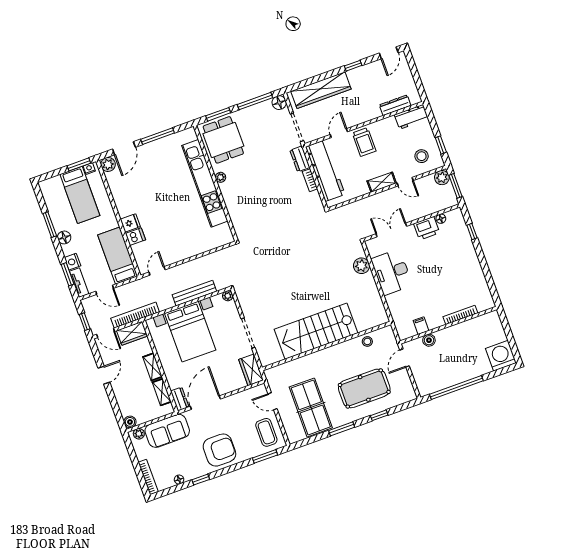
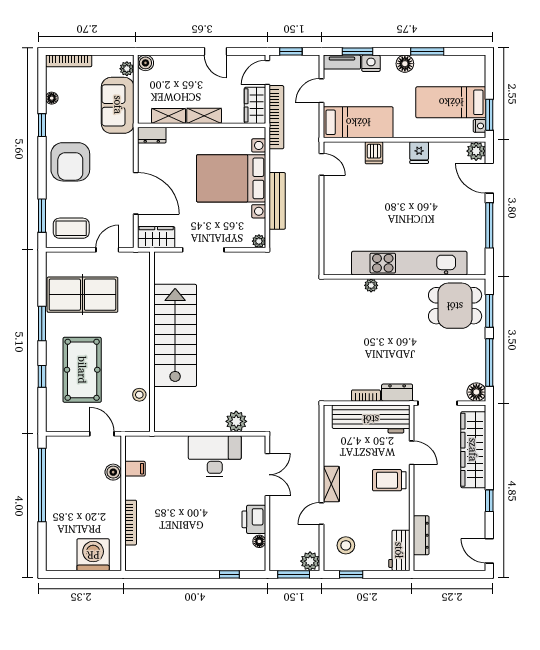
plant: (220, 177) -> (371, 285), moved
fridge: (130, 223) -> (419, 153), moved
washing machine: (501, 356) -> (93, 555), moved, turned -90
door: (205, 403) -> (136, 193), moved

